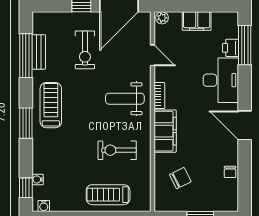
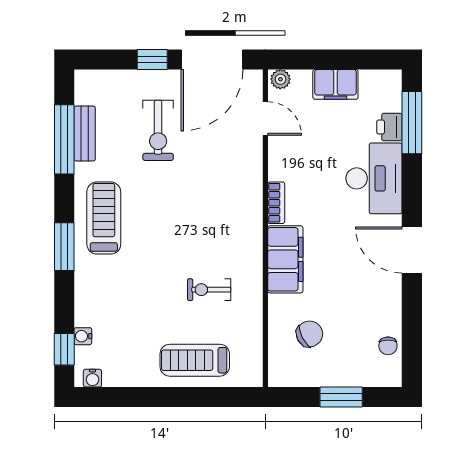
door: (153, 55) -> (265, 118), moved
weight bench: (125, 99) -> (221, 208), removed
exercise bike: (117, 150) -> (209, 290), width x0.73, depth x0.72
chair: (230, 172) -> (388, 346), moved

